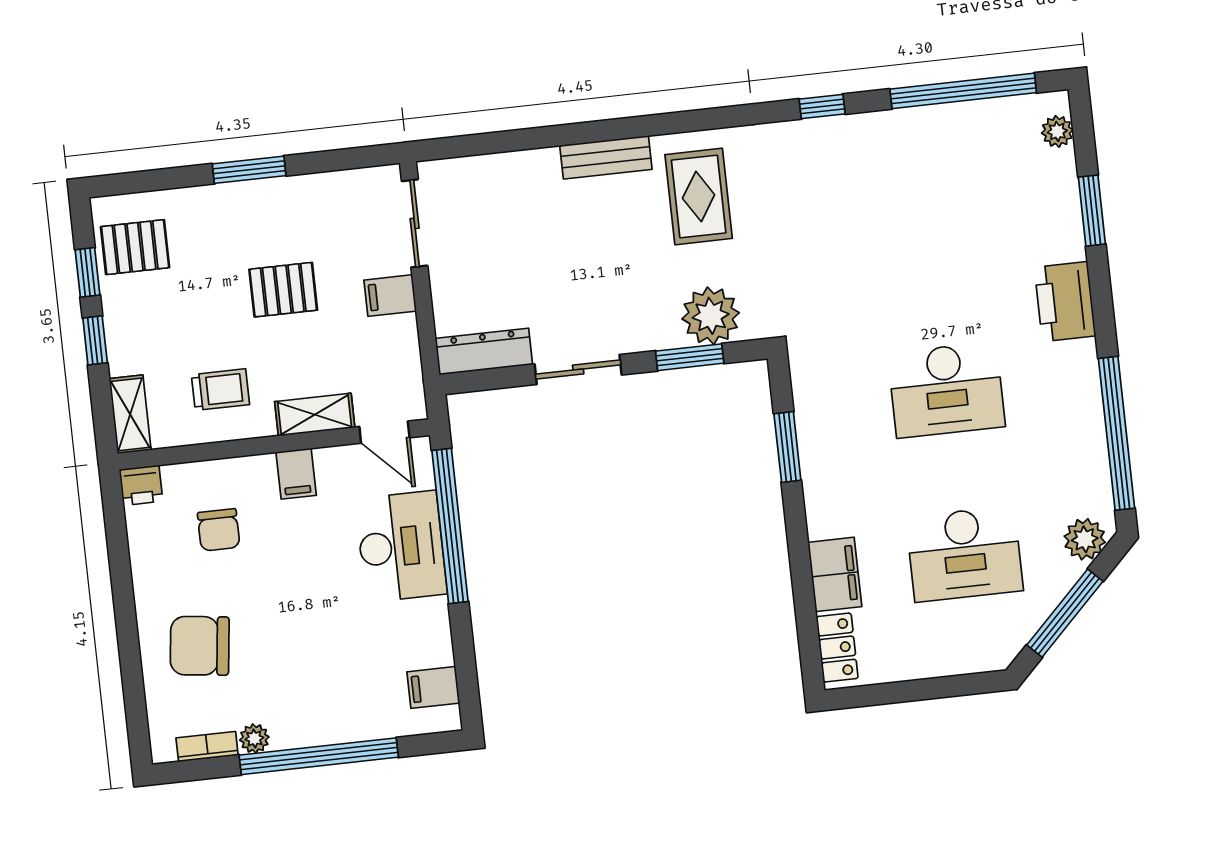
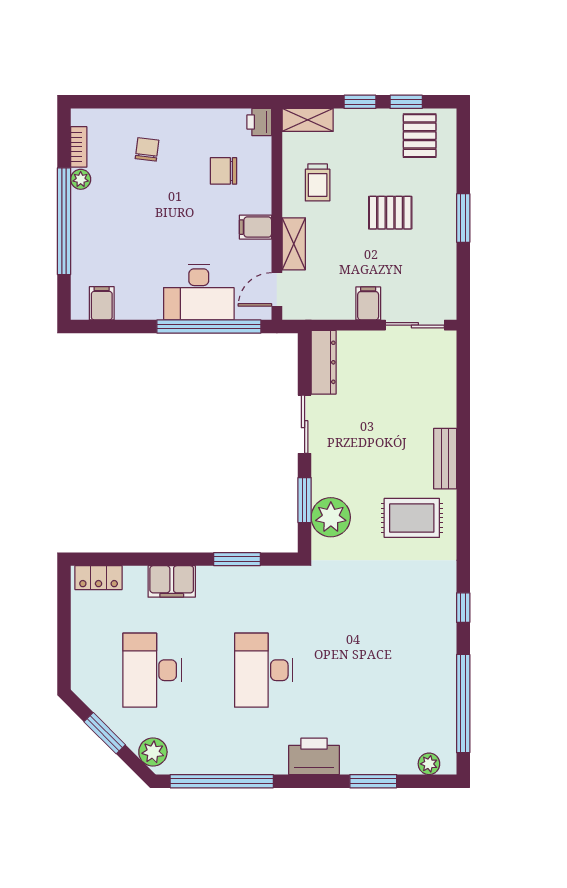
pallet: (283, 290) -> (390, 213), moved, turned 90
filing cabinet: (835, 574) -> (172, 581), moved
window: (1065, 613) -> (105, 733), width x0.69
chair: (200, 646) -> (147, 149), width x0.54, depth x0.54

